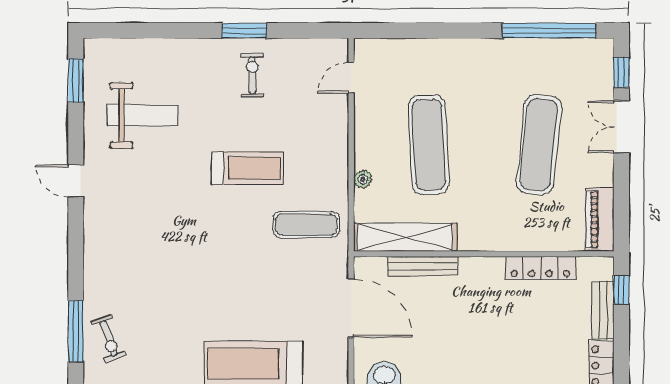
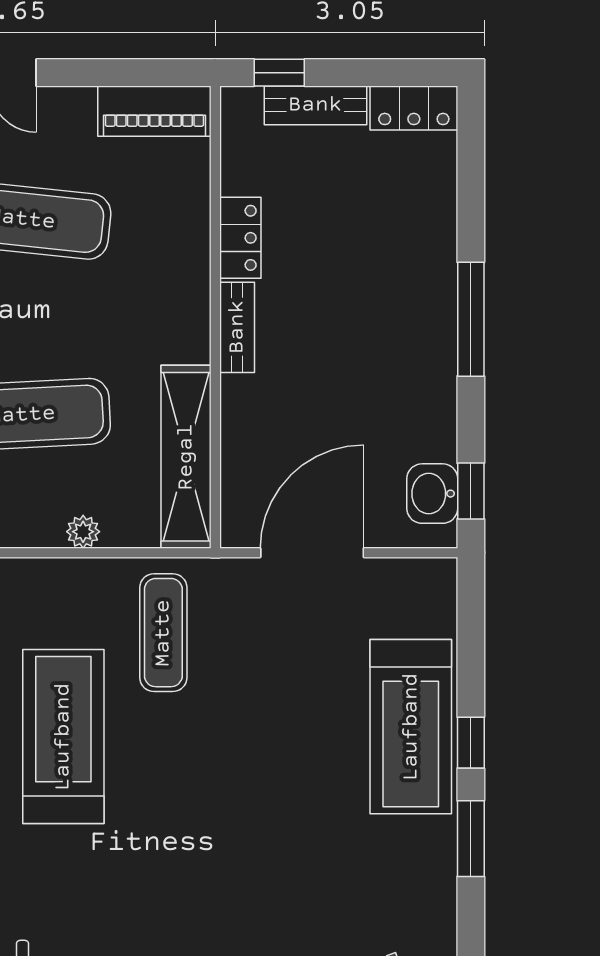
treadmill: (248, 168) -> (63, 737), width x1.37, depth x1.38
bench: (423, 266) -> (237, 327), moved, width x0.73
locker: (540, 268) -> (240, 238), width x0.66

